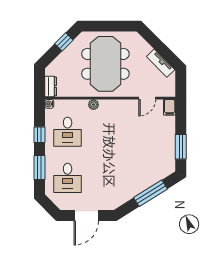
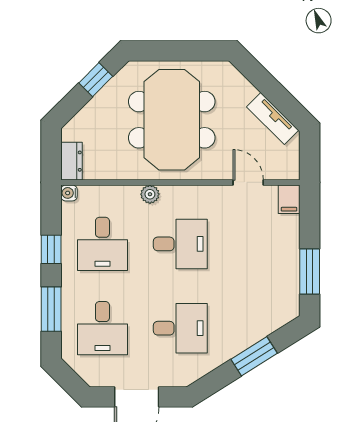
door: (147, 98) -> (248, 182), swing flipped
desk: (110, 132) -> (180, 244), added
desk: (110, 178) -> (180, 328), added
window: (150, 193) -> (254, 356), width x0.69

